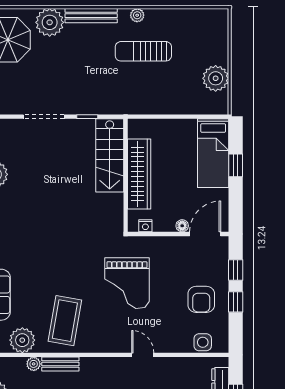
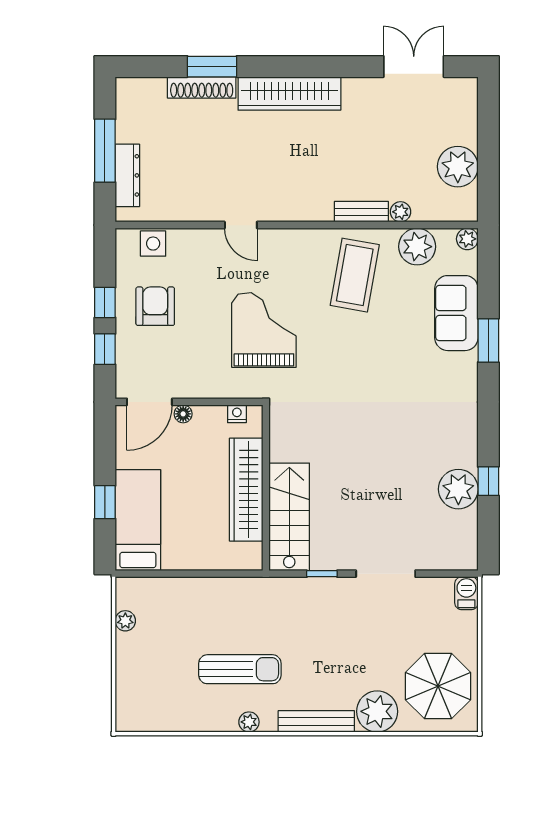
plant: (216, 78) -> (125, 621), width x0.53, depth x0.53

